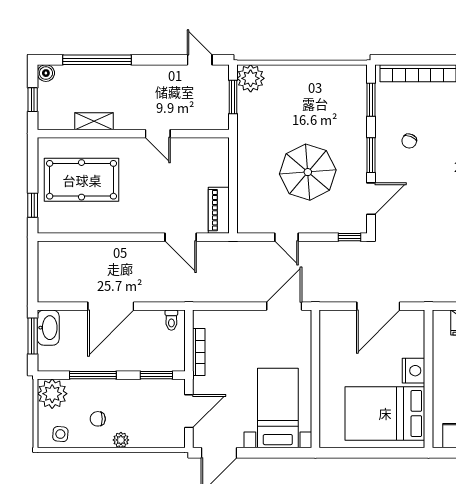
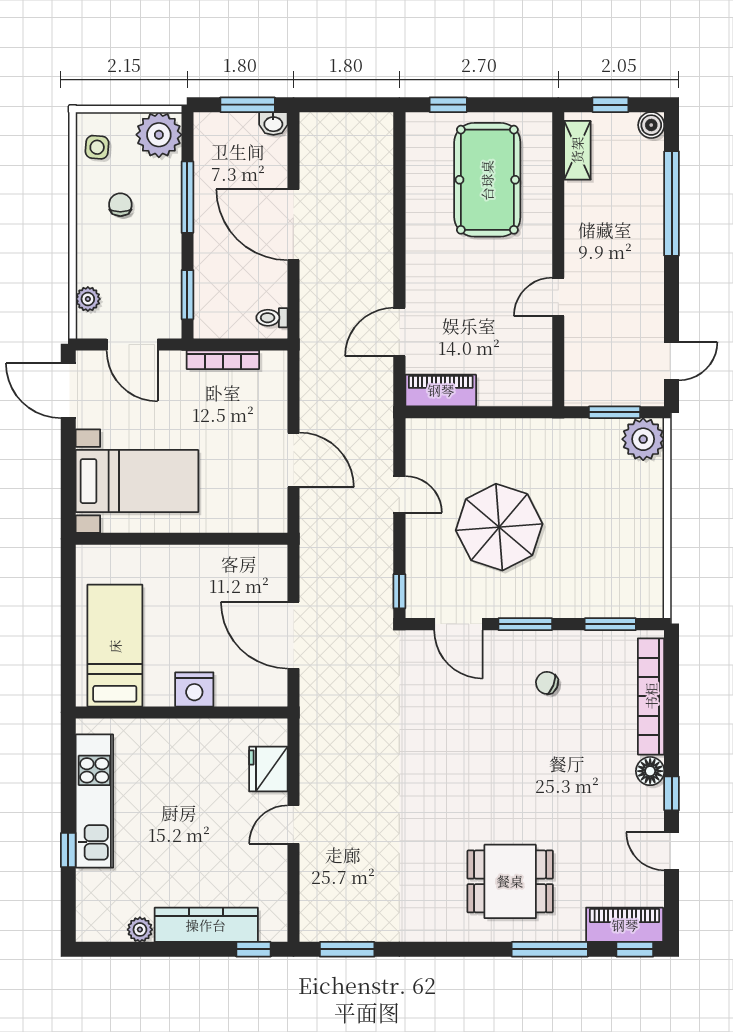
shelving: (94, 121) -> (577, 150), moved
door: (286, 237) -> (399, 494), swing flipped
door: (284, 306) -> (293, 460), moved
washbasin: (48, 328) -> (273, 123), width x0.52, depth x0.69
bed: (385, 413) -> (115, 646), width x0.67
plant: (121, 440) -> (88, 299), moved

